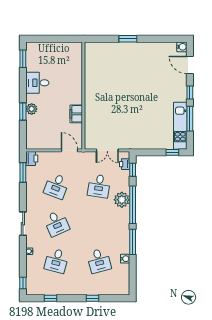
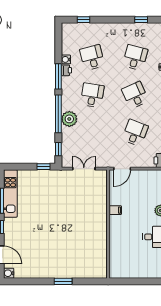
filing cabinet: (76, 114) -> (115, 210), width x0.50
door: (69, 150) -> (122, 169), hinge flipped
window: (172, 152) -> (43, 167), moved
printer: (125, 164) -> (66, 70), moved
desk: (99, 186) -> (92, 95), moved
window: (93, 298) -> (83, 20), moved

